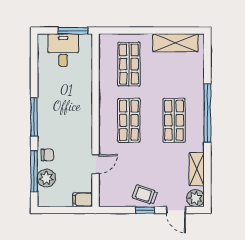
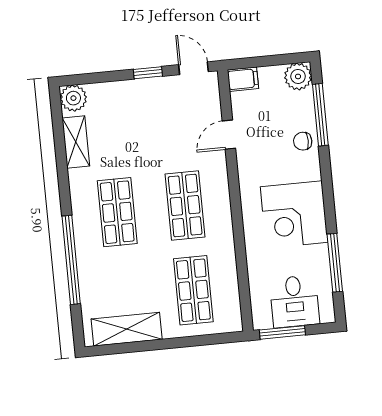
corner desk: (58, 107) -> (294, 215), added
window: (207, 113) -> (71, 260), moved
window: (34, 117) -> (335, 263), moved
plant: (46, 178) -> (298, 76), moved
trolley: (145, 195) -> (150, 96), removed
door: (176, 210) -> (193, 68), moved

